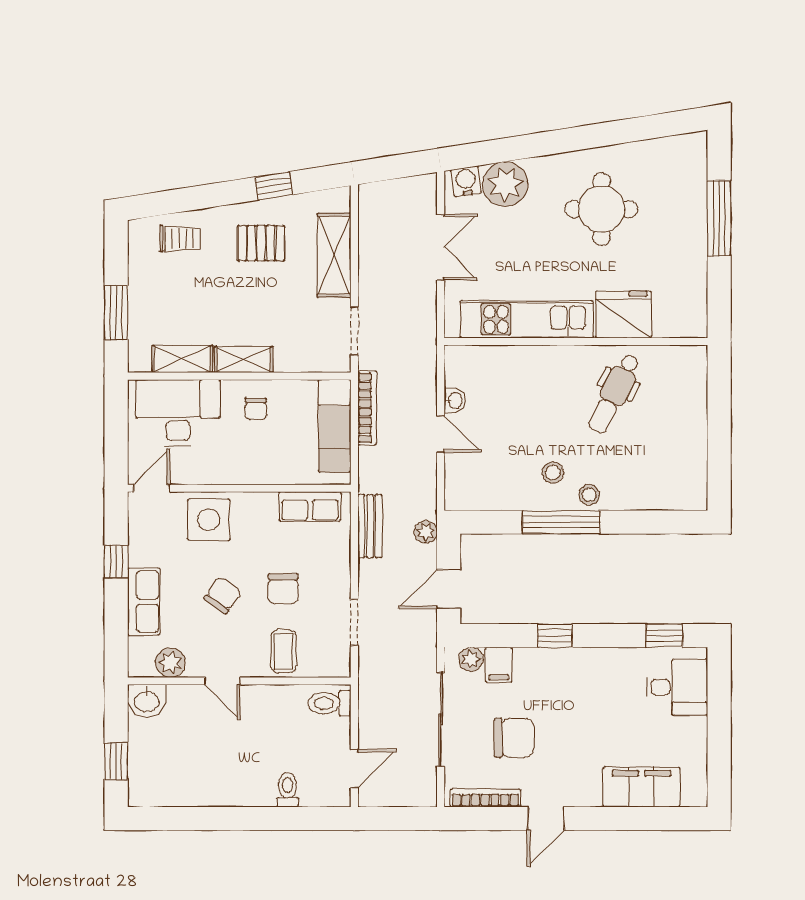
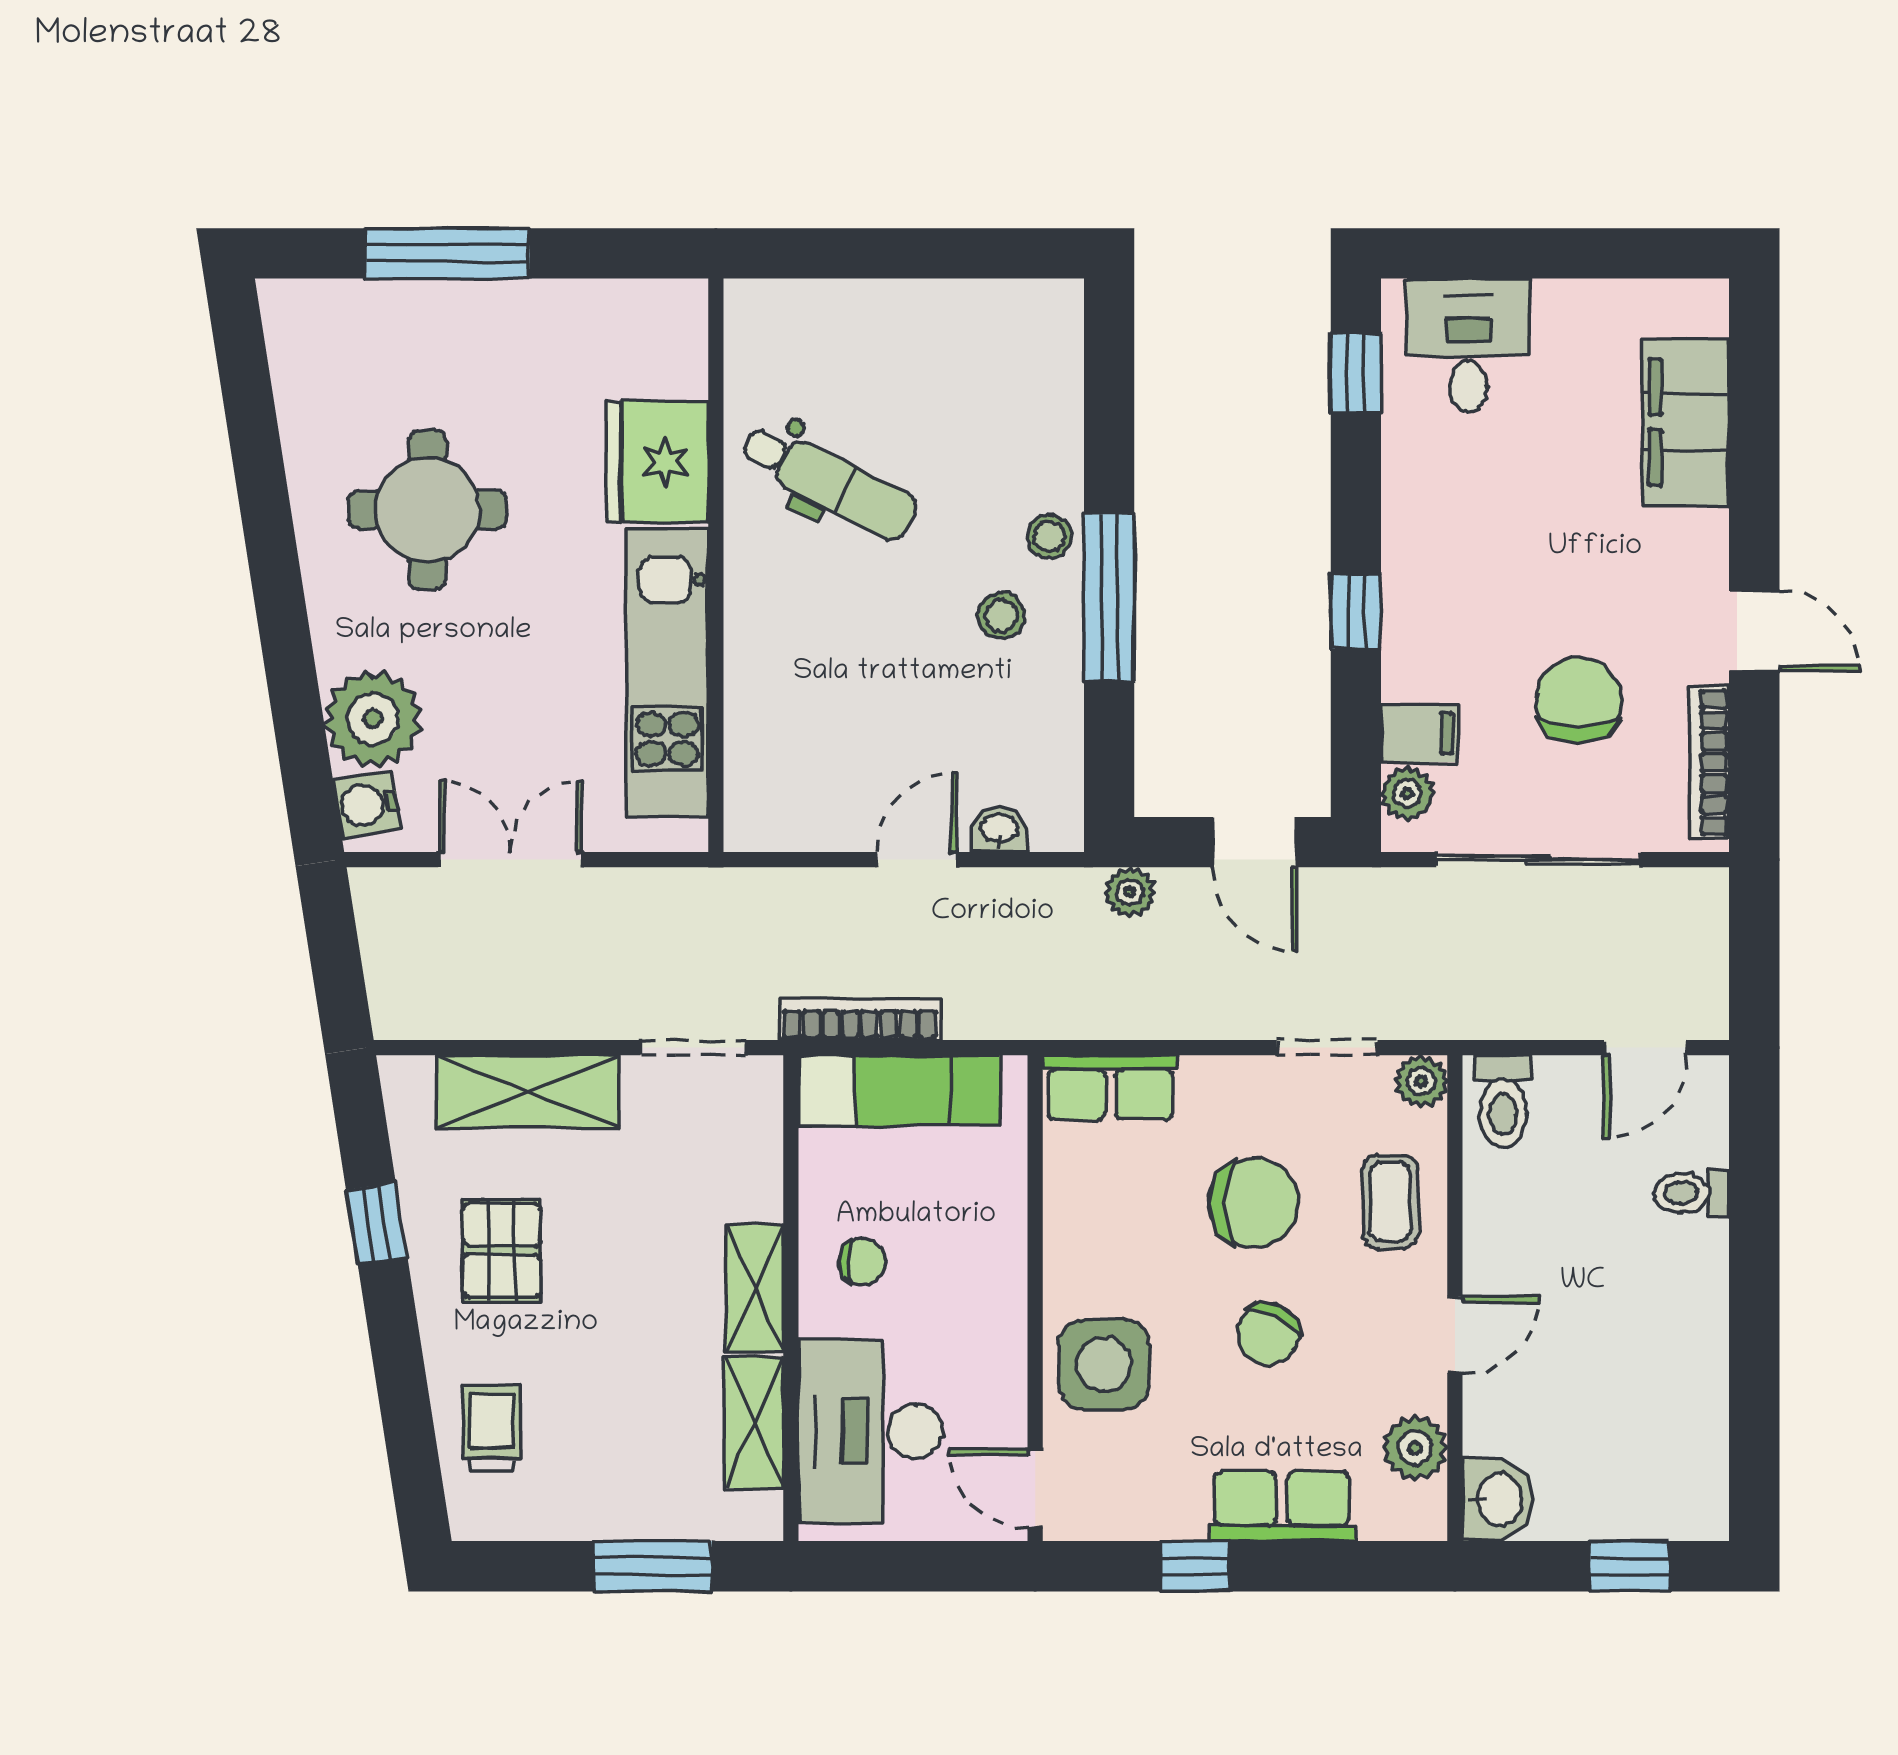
washbasin: (454, 401) -> (999, 830), moved
row of seats: (310, 507) -> (1110, 1087), moved, turned 90
bench: (370, 526) -> (1118, 1014), removed
chair: (283, 589) -> (1254, 1203), width x1.37, depth x1.37
chair: (223, 595) -> (1268, 1334), turned -101
coffee table: (284, 651) -> (1390, 1202), turned 90
plant: (339, 666) -> (1421, 1081), added
door: (354, 769) -> (1646, 1048), swing flipped

